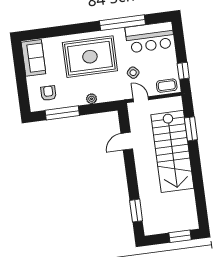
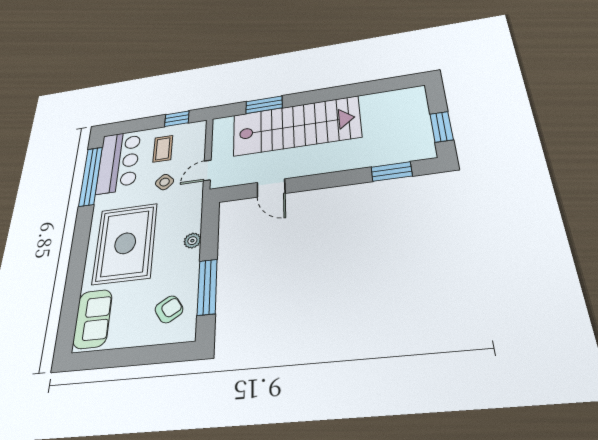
window: (122, 23) -> (91, 176), moved
sofa: (33, 58) -> (93, 319), moved, turned 90
coffee table: (167, 86) -> (163, 149), moved
armchair: (48, 93) -> (169, 309), turned 148
window: (180, 236) -> (442, 127), moved

